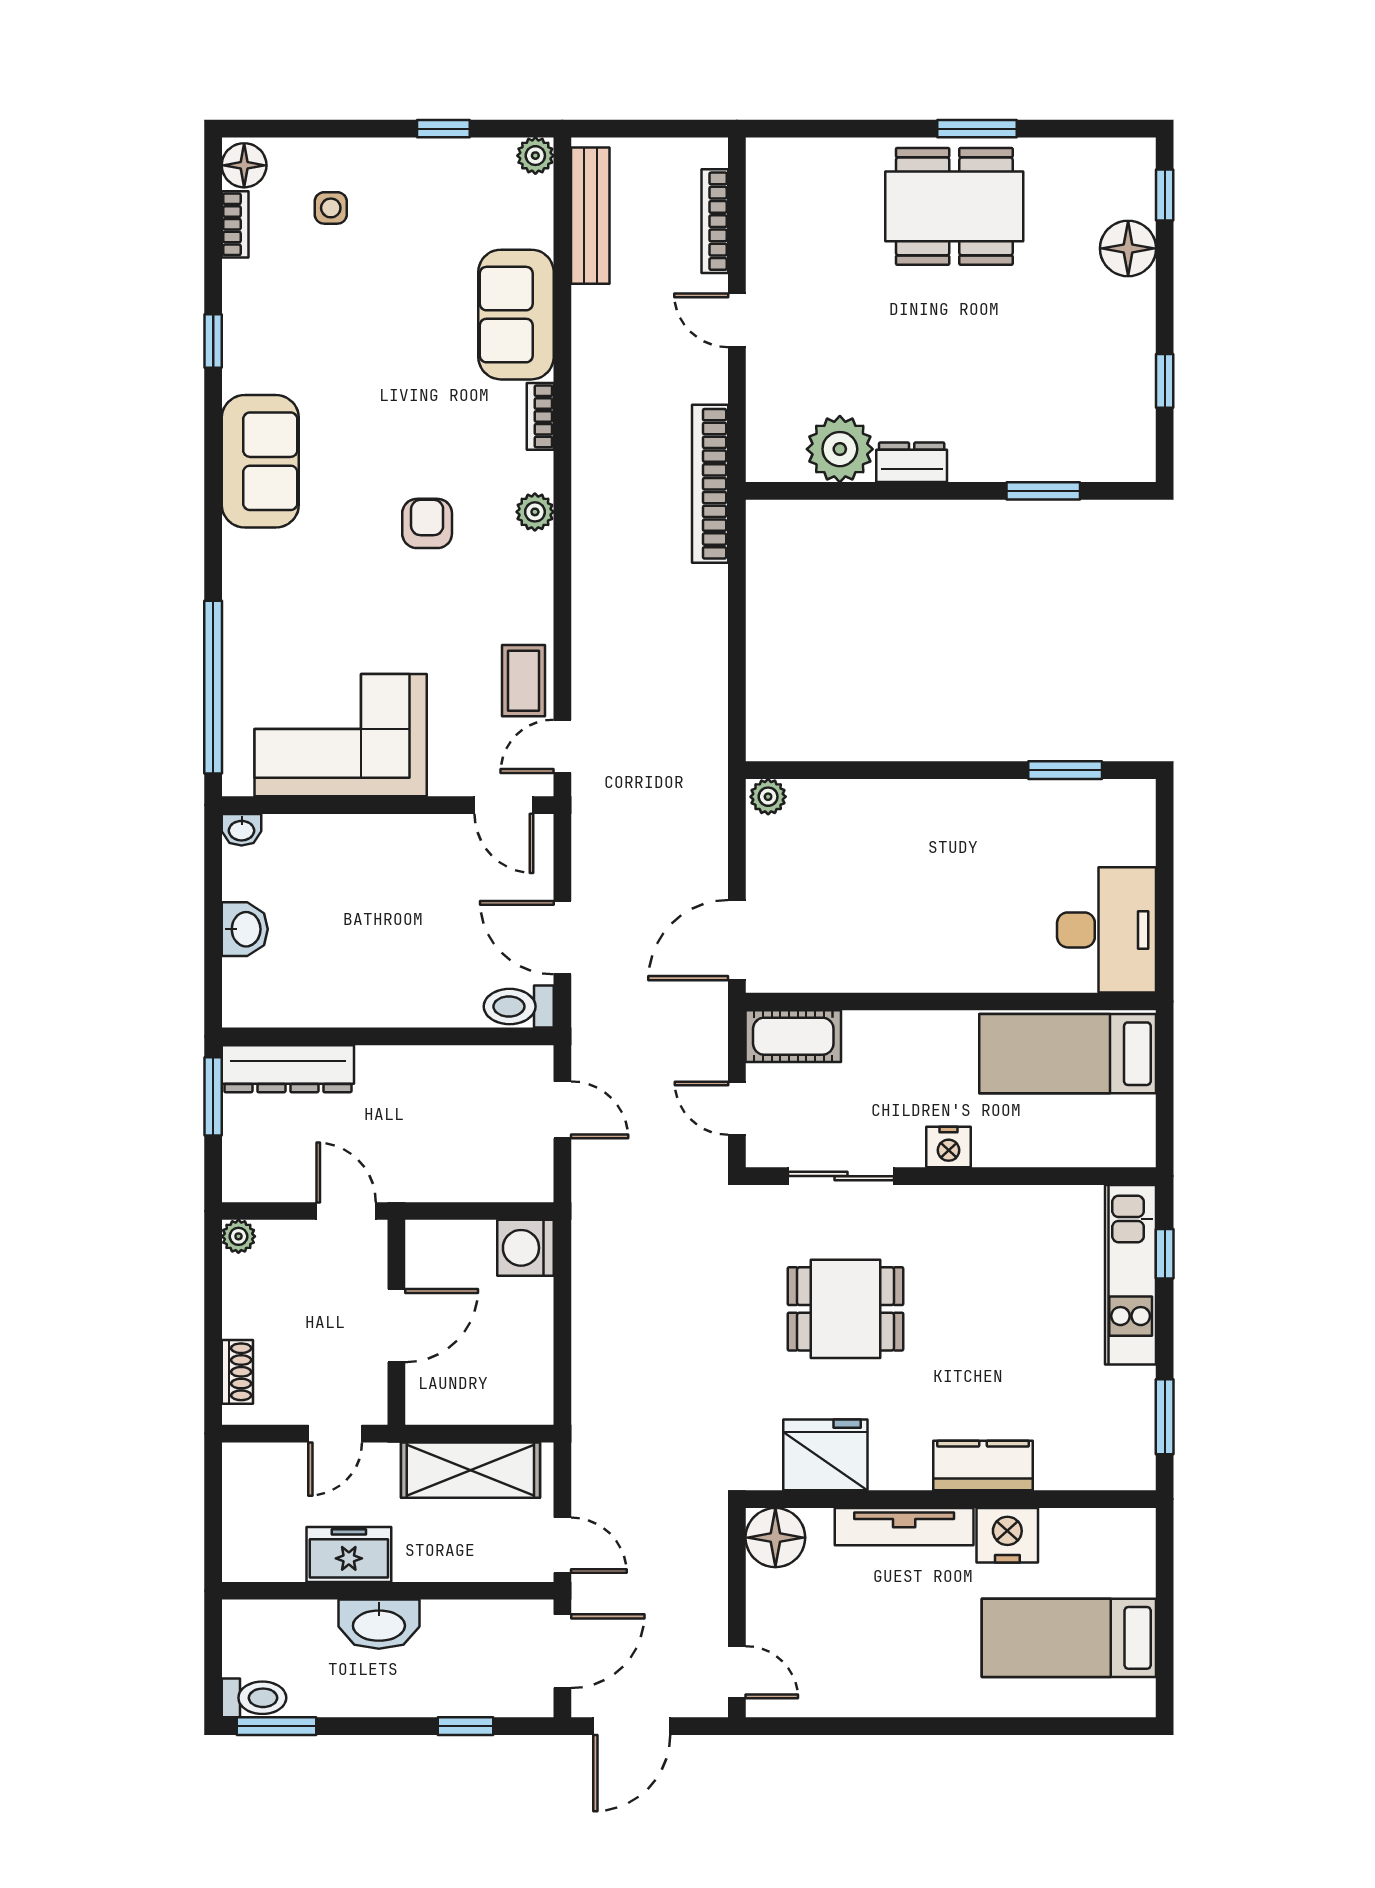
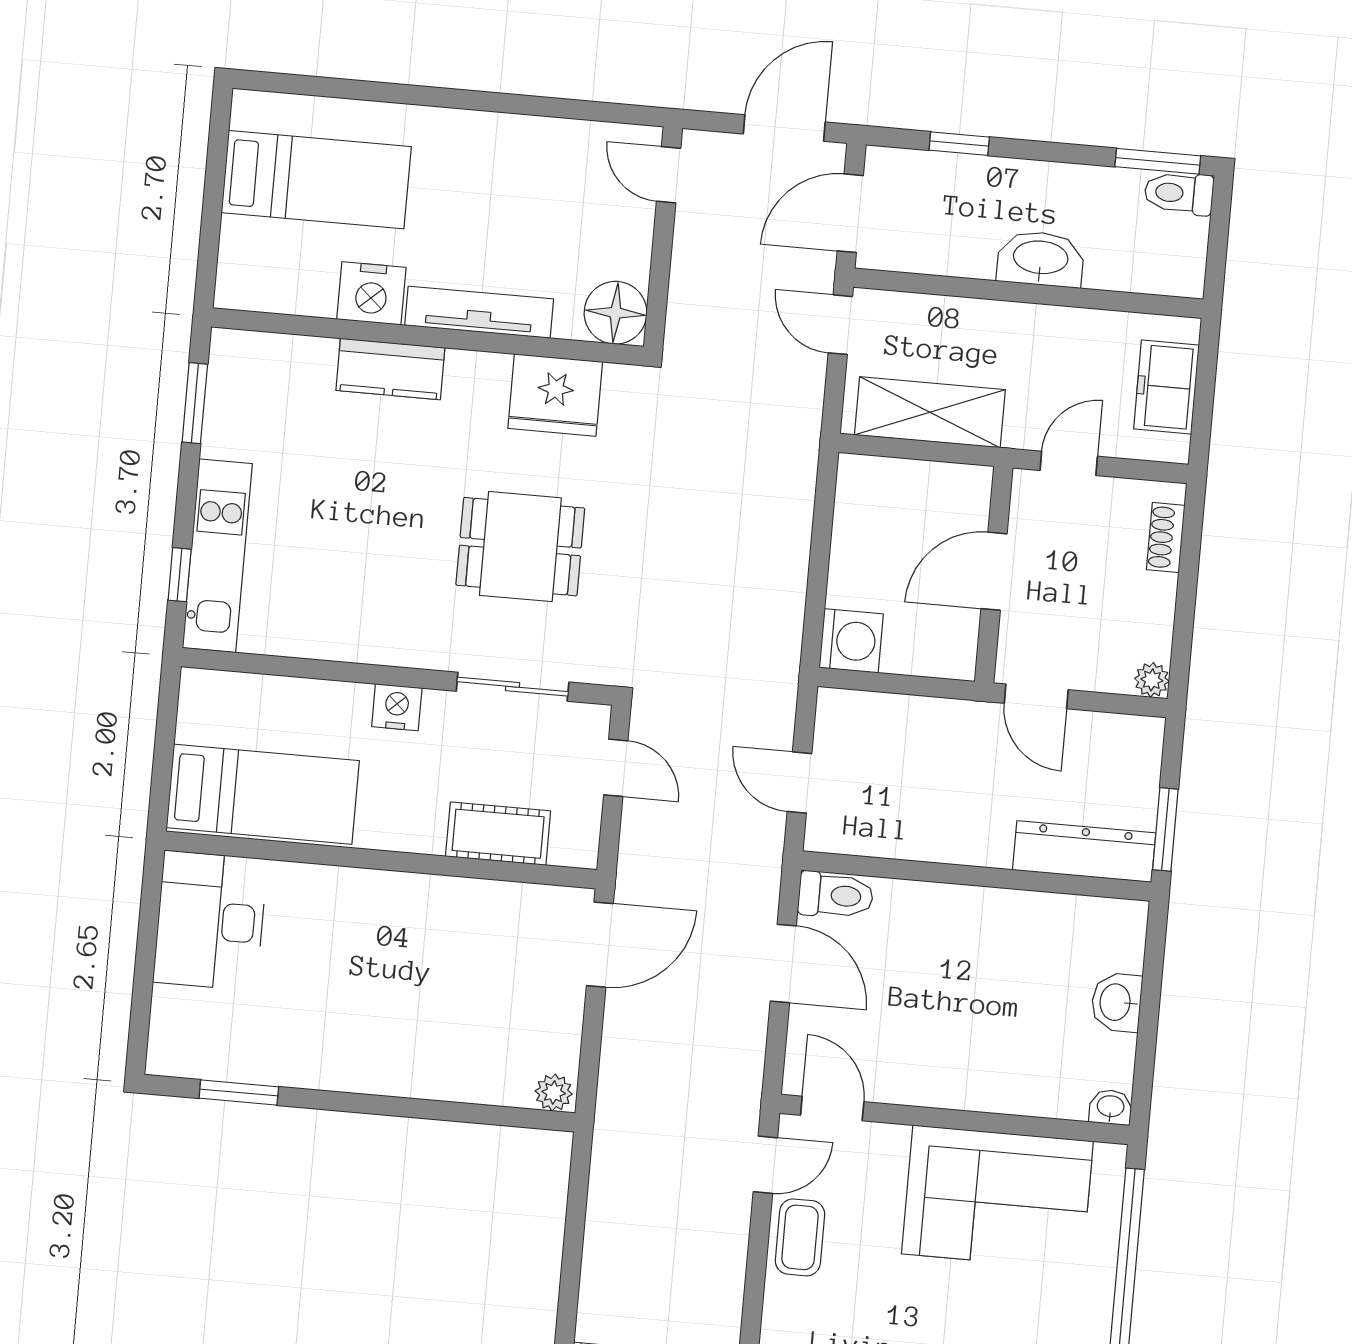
cot: (793, 1036) -> (498, 834), moved
freezer: (349, 1554) -> (1166, 387), moved, turned 90

